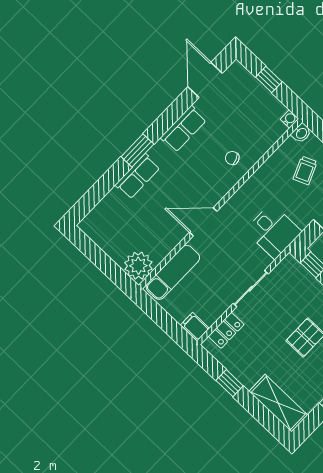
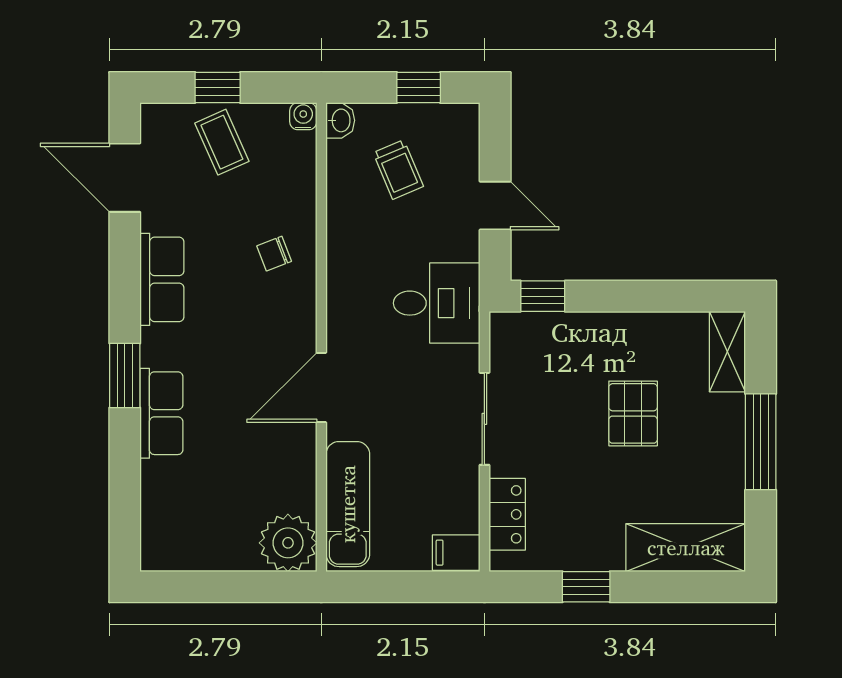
coffee table: (252, 100) -> (222, 142), added

